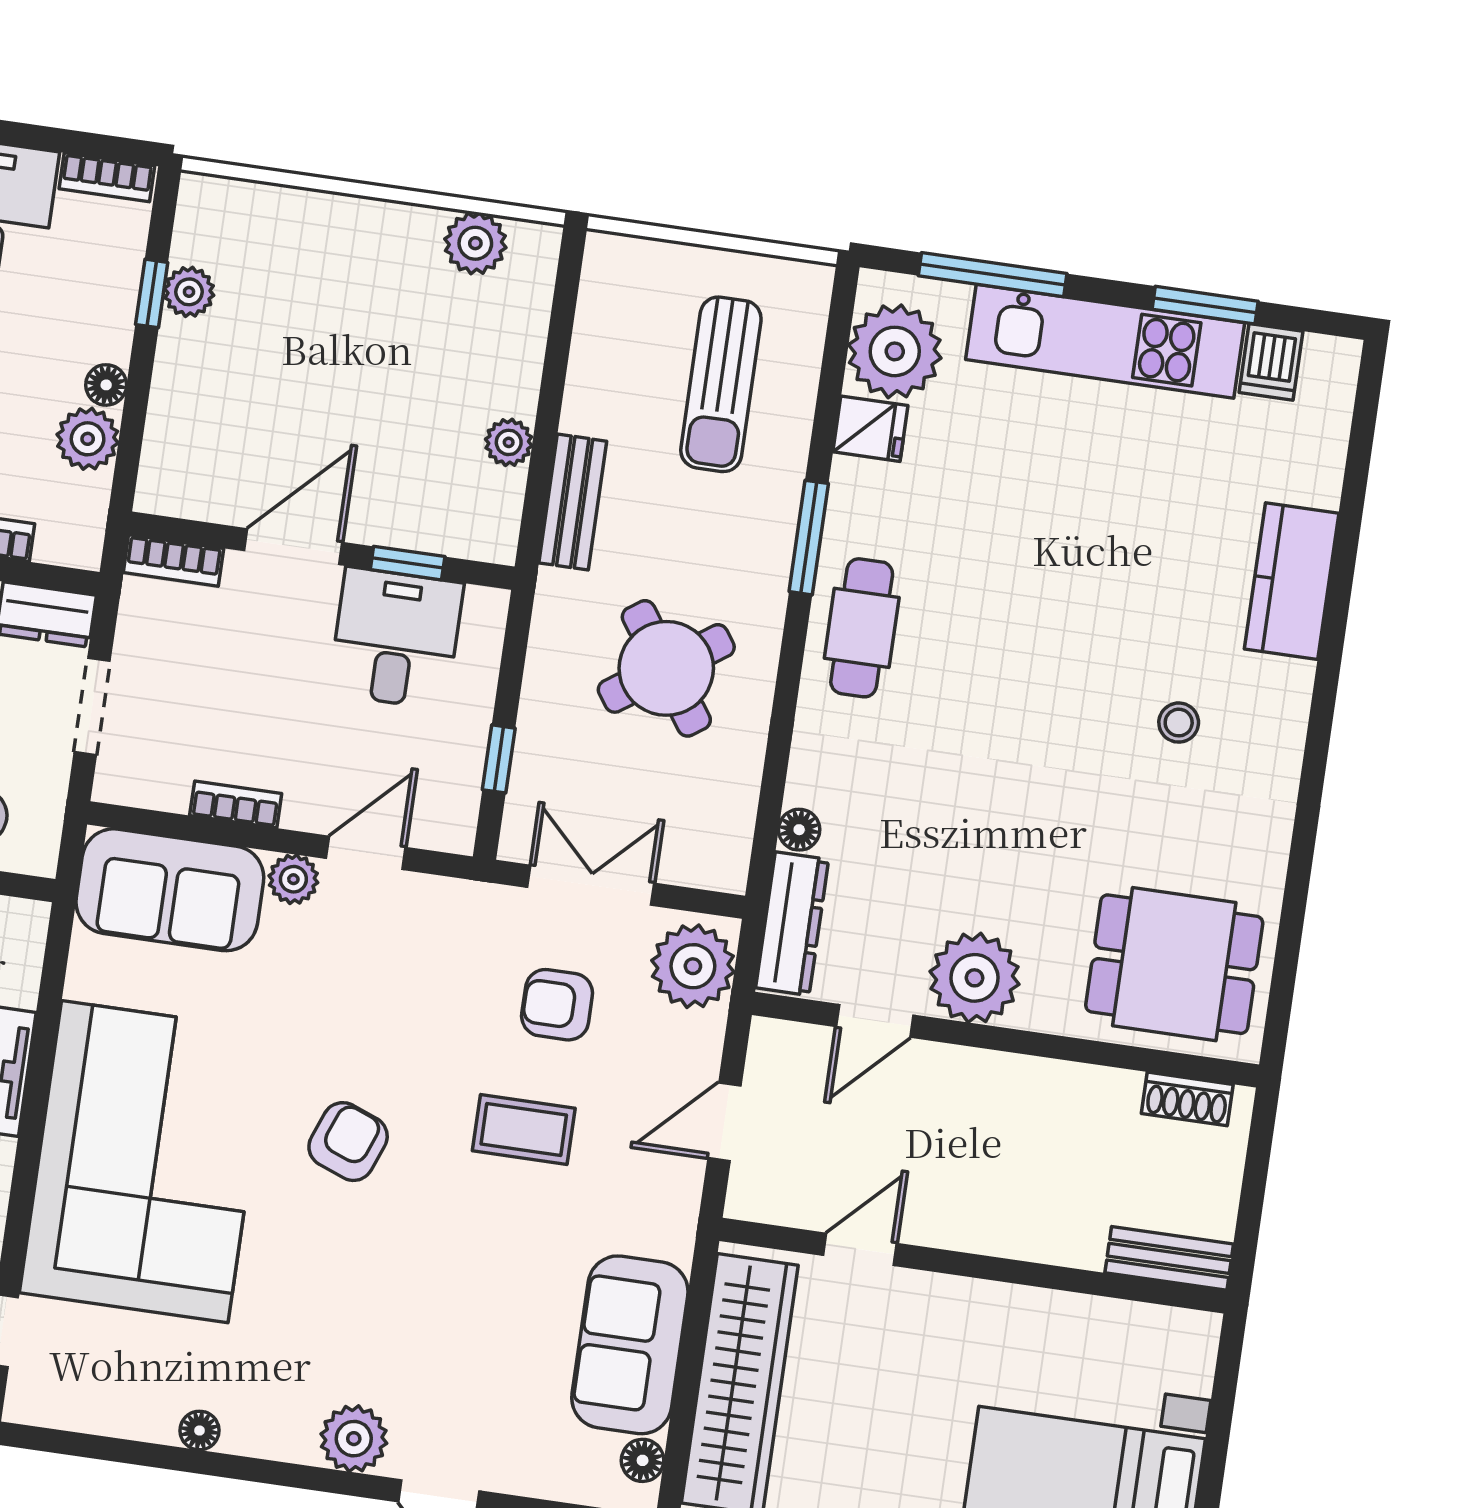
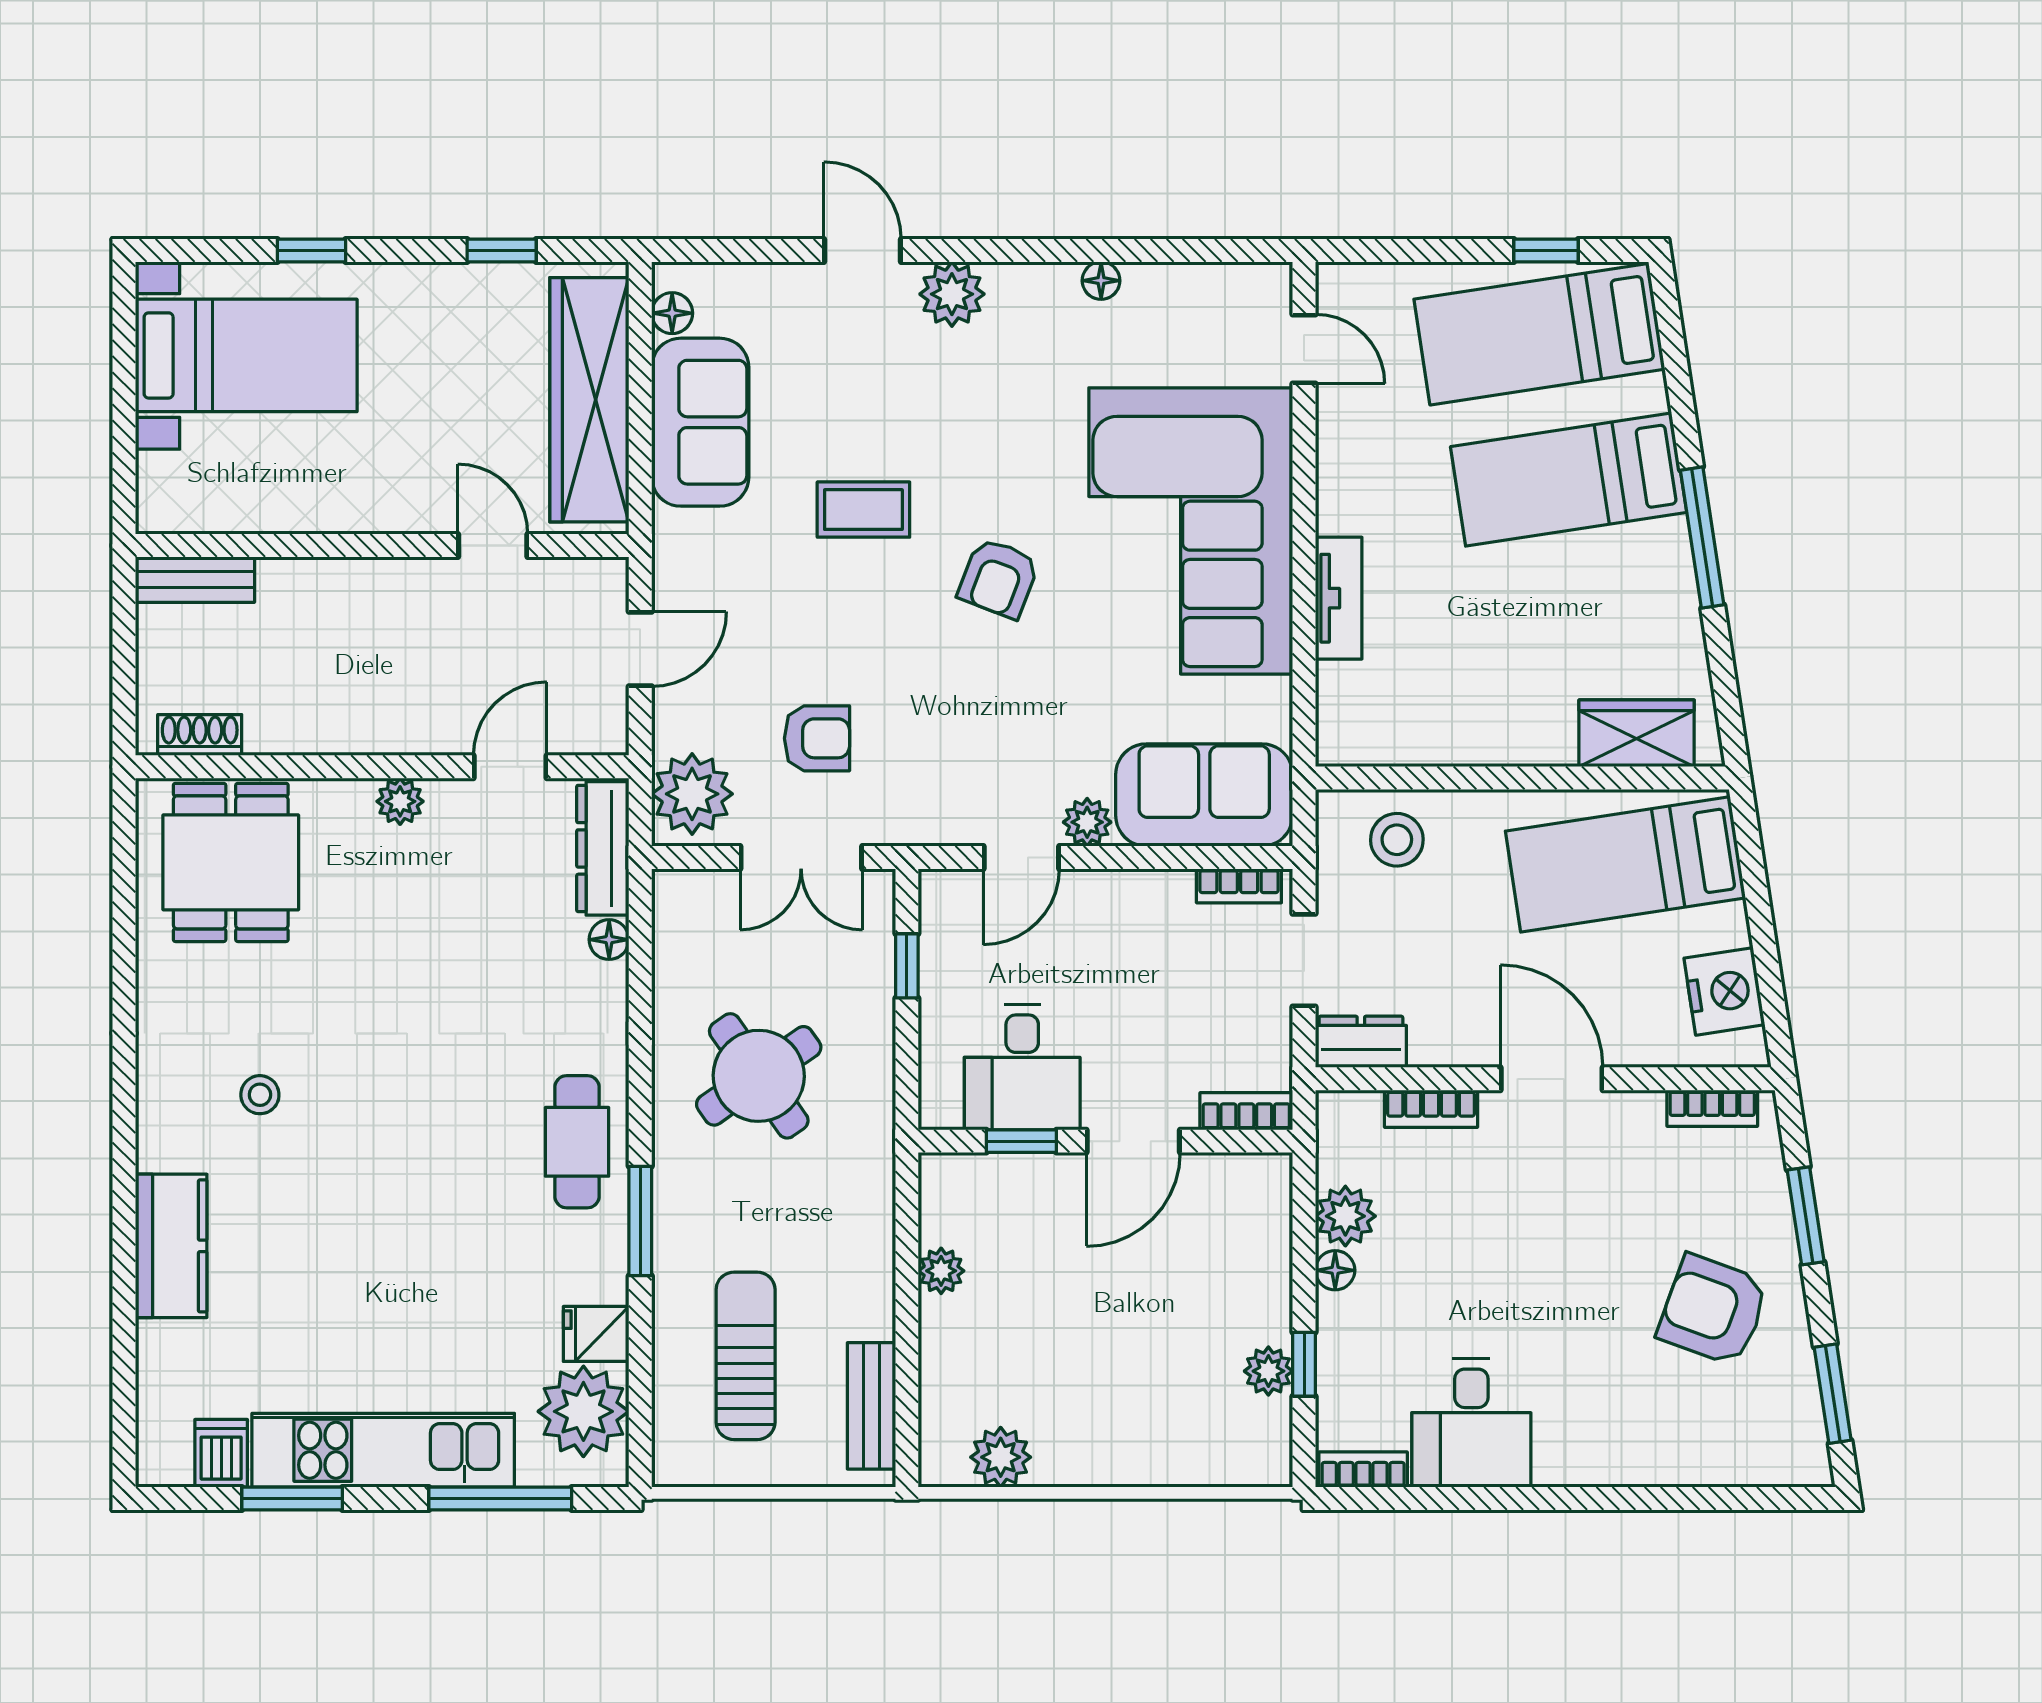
bench: (573, 502) -> (871, 1406), moved
bookcase: (236, 805) -> (1239, 886), moved
dining table: (1174, 964) -> (231, 862), turned 90
plant: (974, 978) -> (400, 801), width x0.53, depth x0.53
coffee table: (524, 1130) -> (863, 510), moved
door: (860, 1249) -> (493, 545), swing flipped

